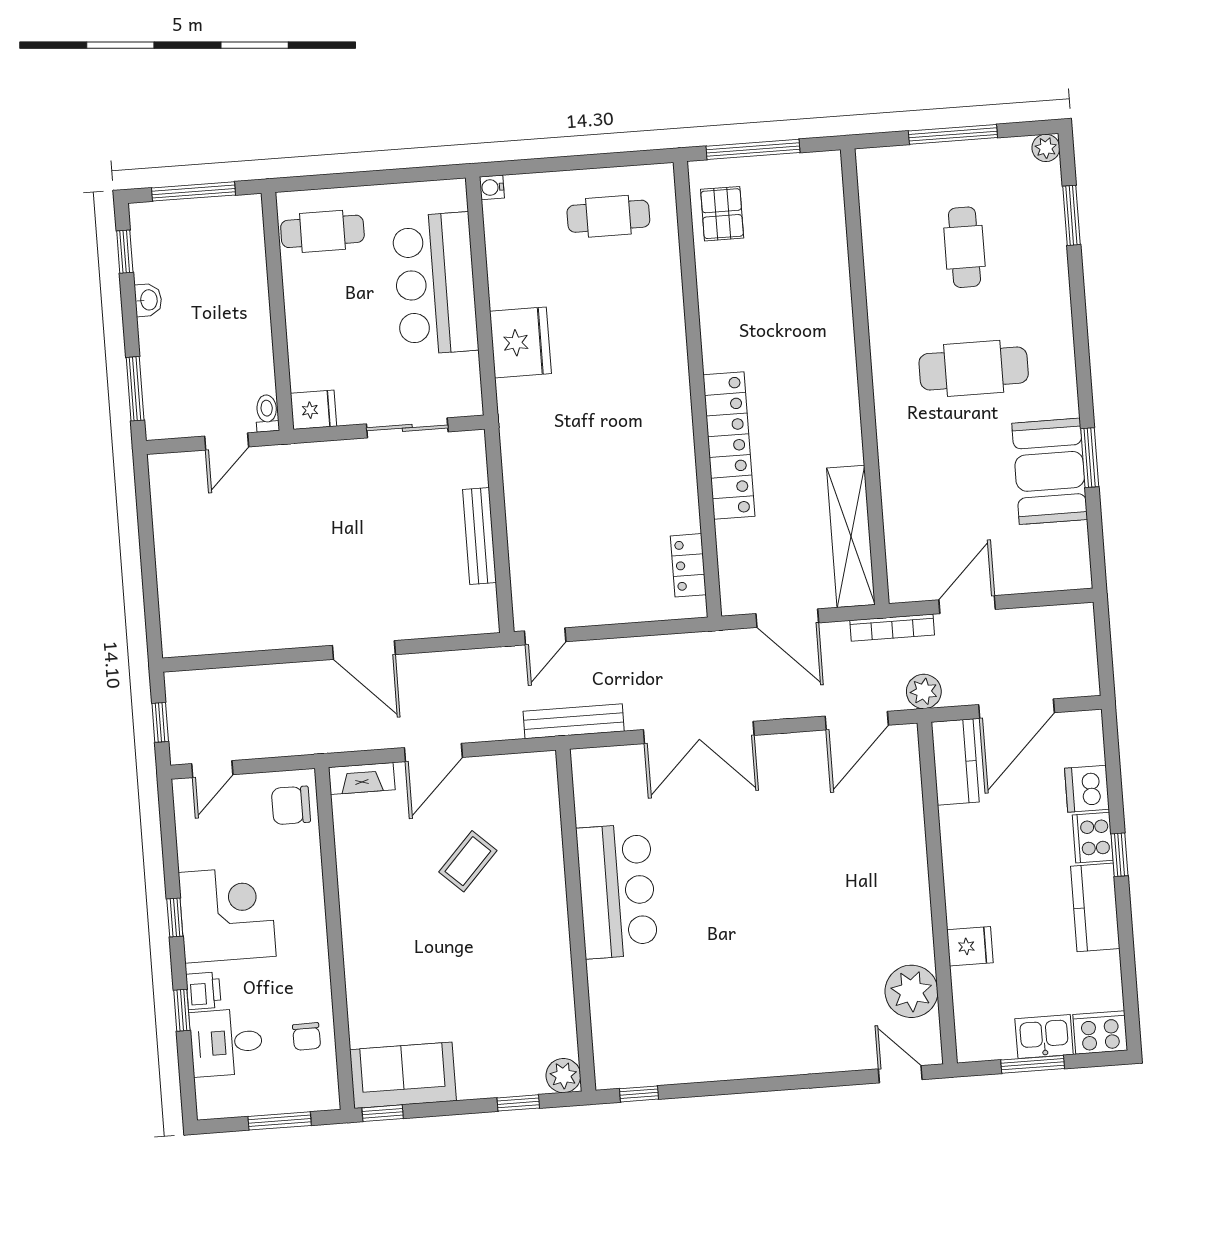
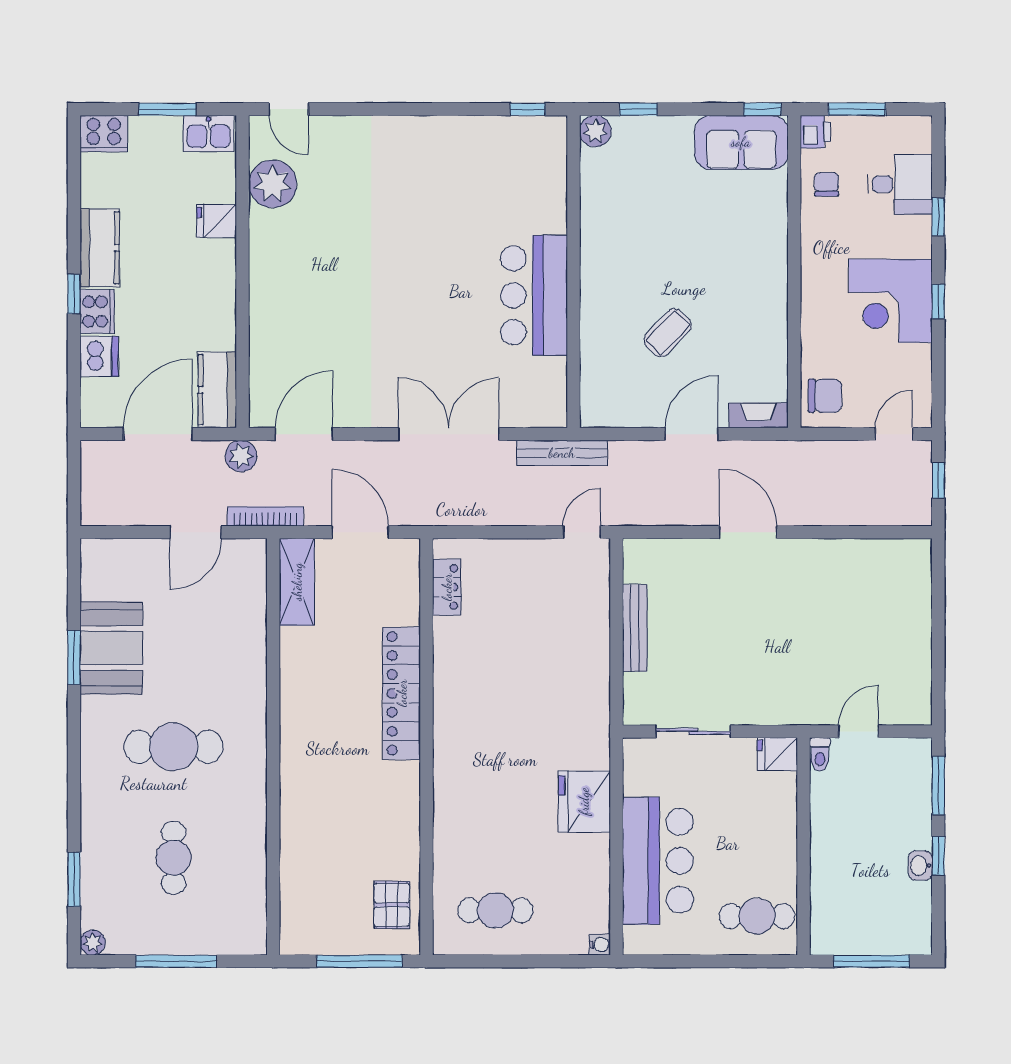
window: (125, 252) -> (938, 856), moved
shelving: (851, 536) -> (297, 582), width x0.68
printer: (203, 991) -> (815, 132), moved, turned 180
kitchen sink: (1044, 1037) -> (208, 134), moved

